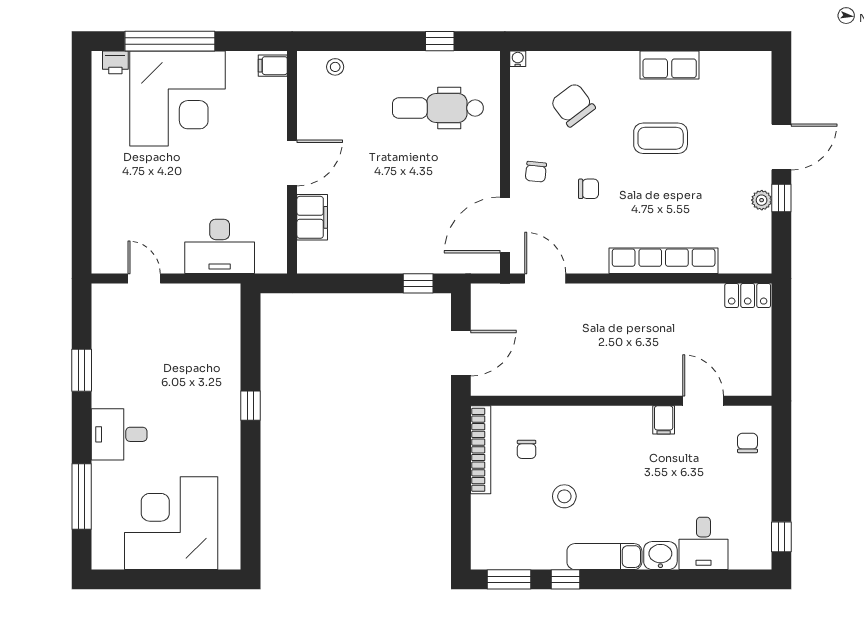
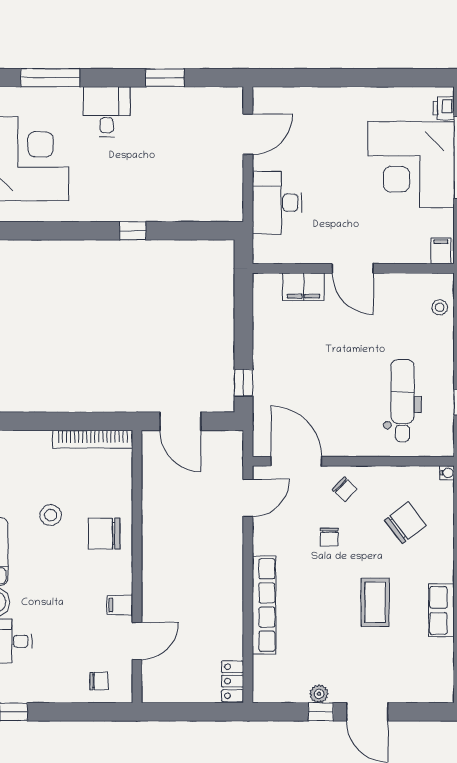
chair: (536, 172) -> (345, 489), turned -142
door: (144, 278) -> (248, 134), width x1.38
chair: (527, 449) -> (104, 534), moved, width x1.87, depth x1.87

